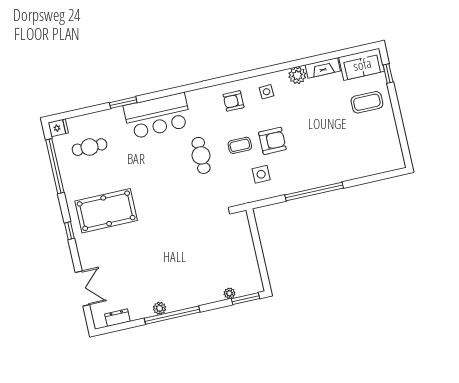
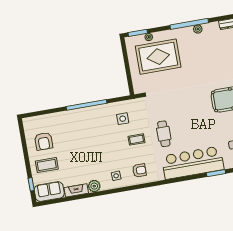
bar counter: (157, 116) -> (193, 163), width x1.36
armchair: (272, 141) -> (44, 141), moved, turned -90
rug: (215, 266) -> (158, 57), added

